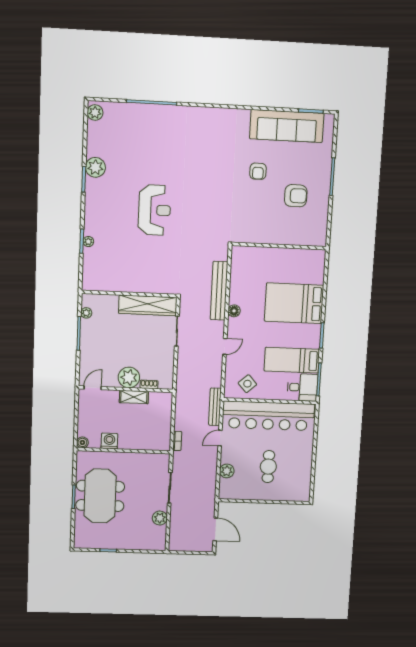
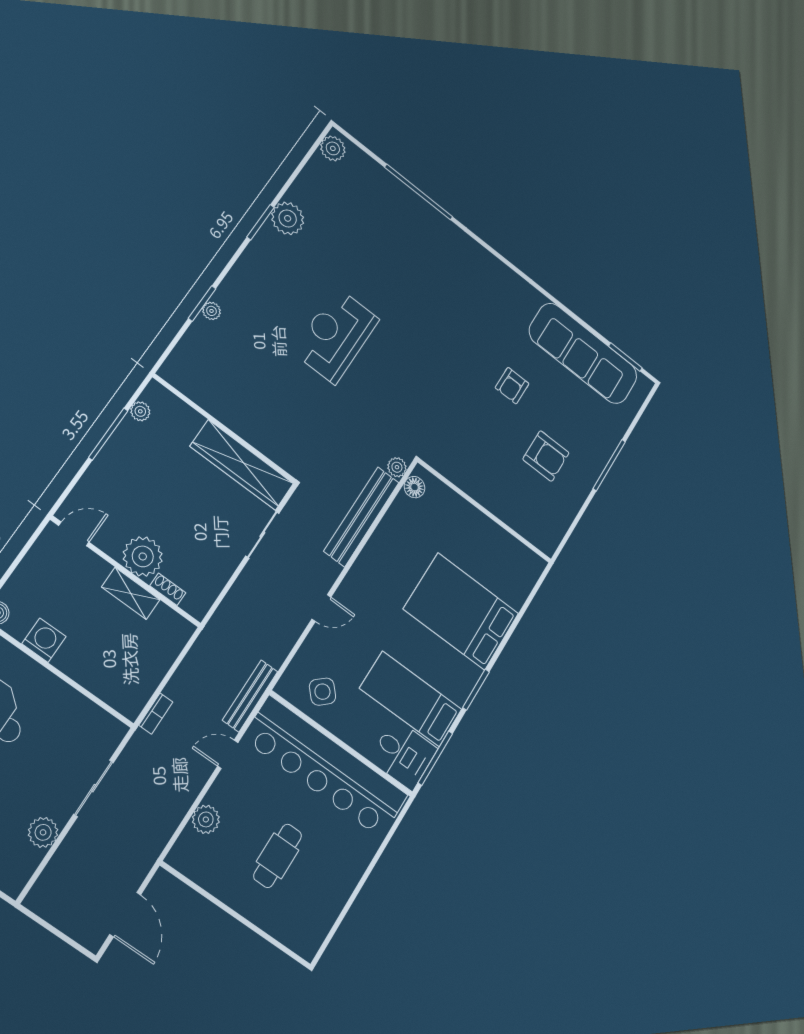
reception desk: (154, 210) -> (336, 335), turned 180
plant: (223, 255) -> (397, 467), added
floor lamp: (234, 311) -> (414, 487), moved

